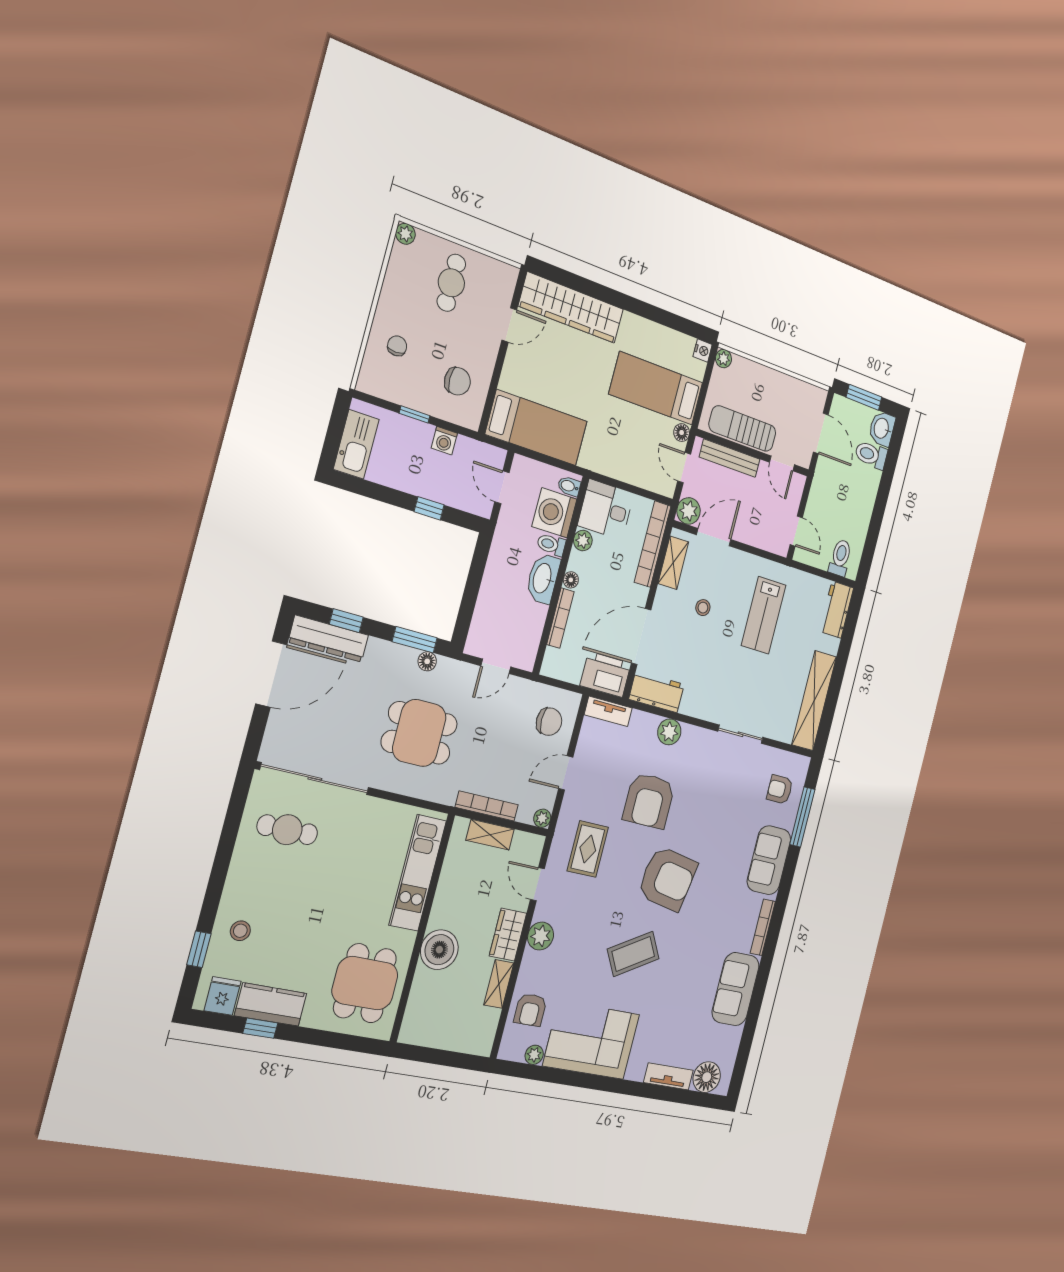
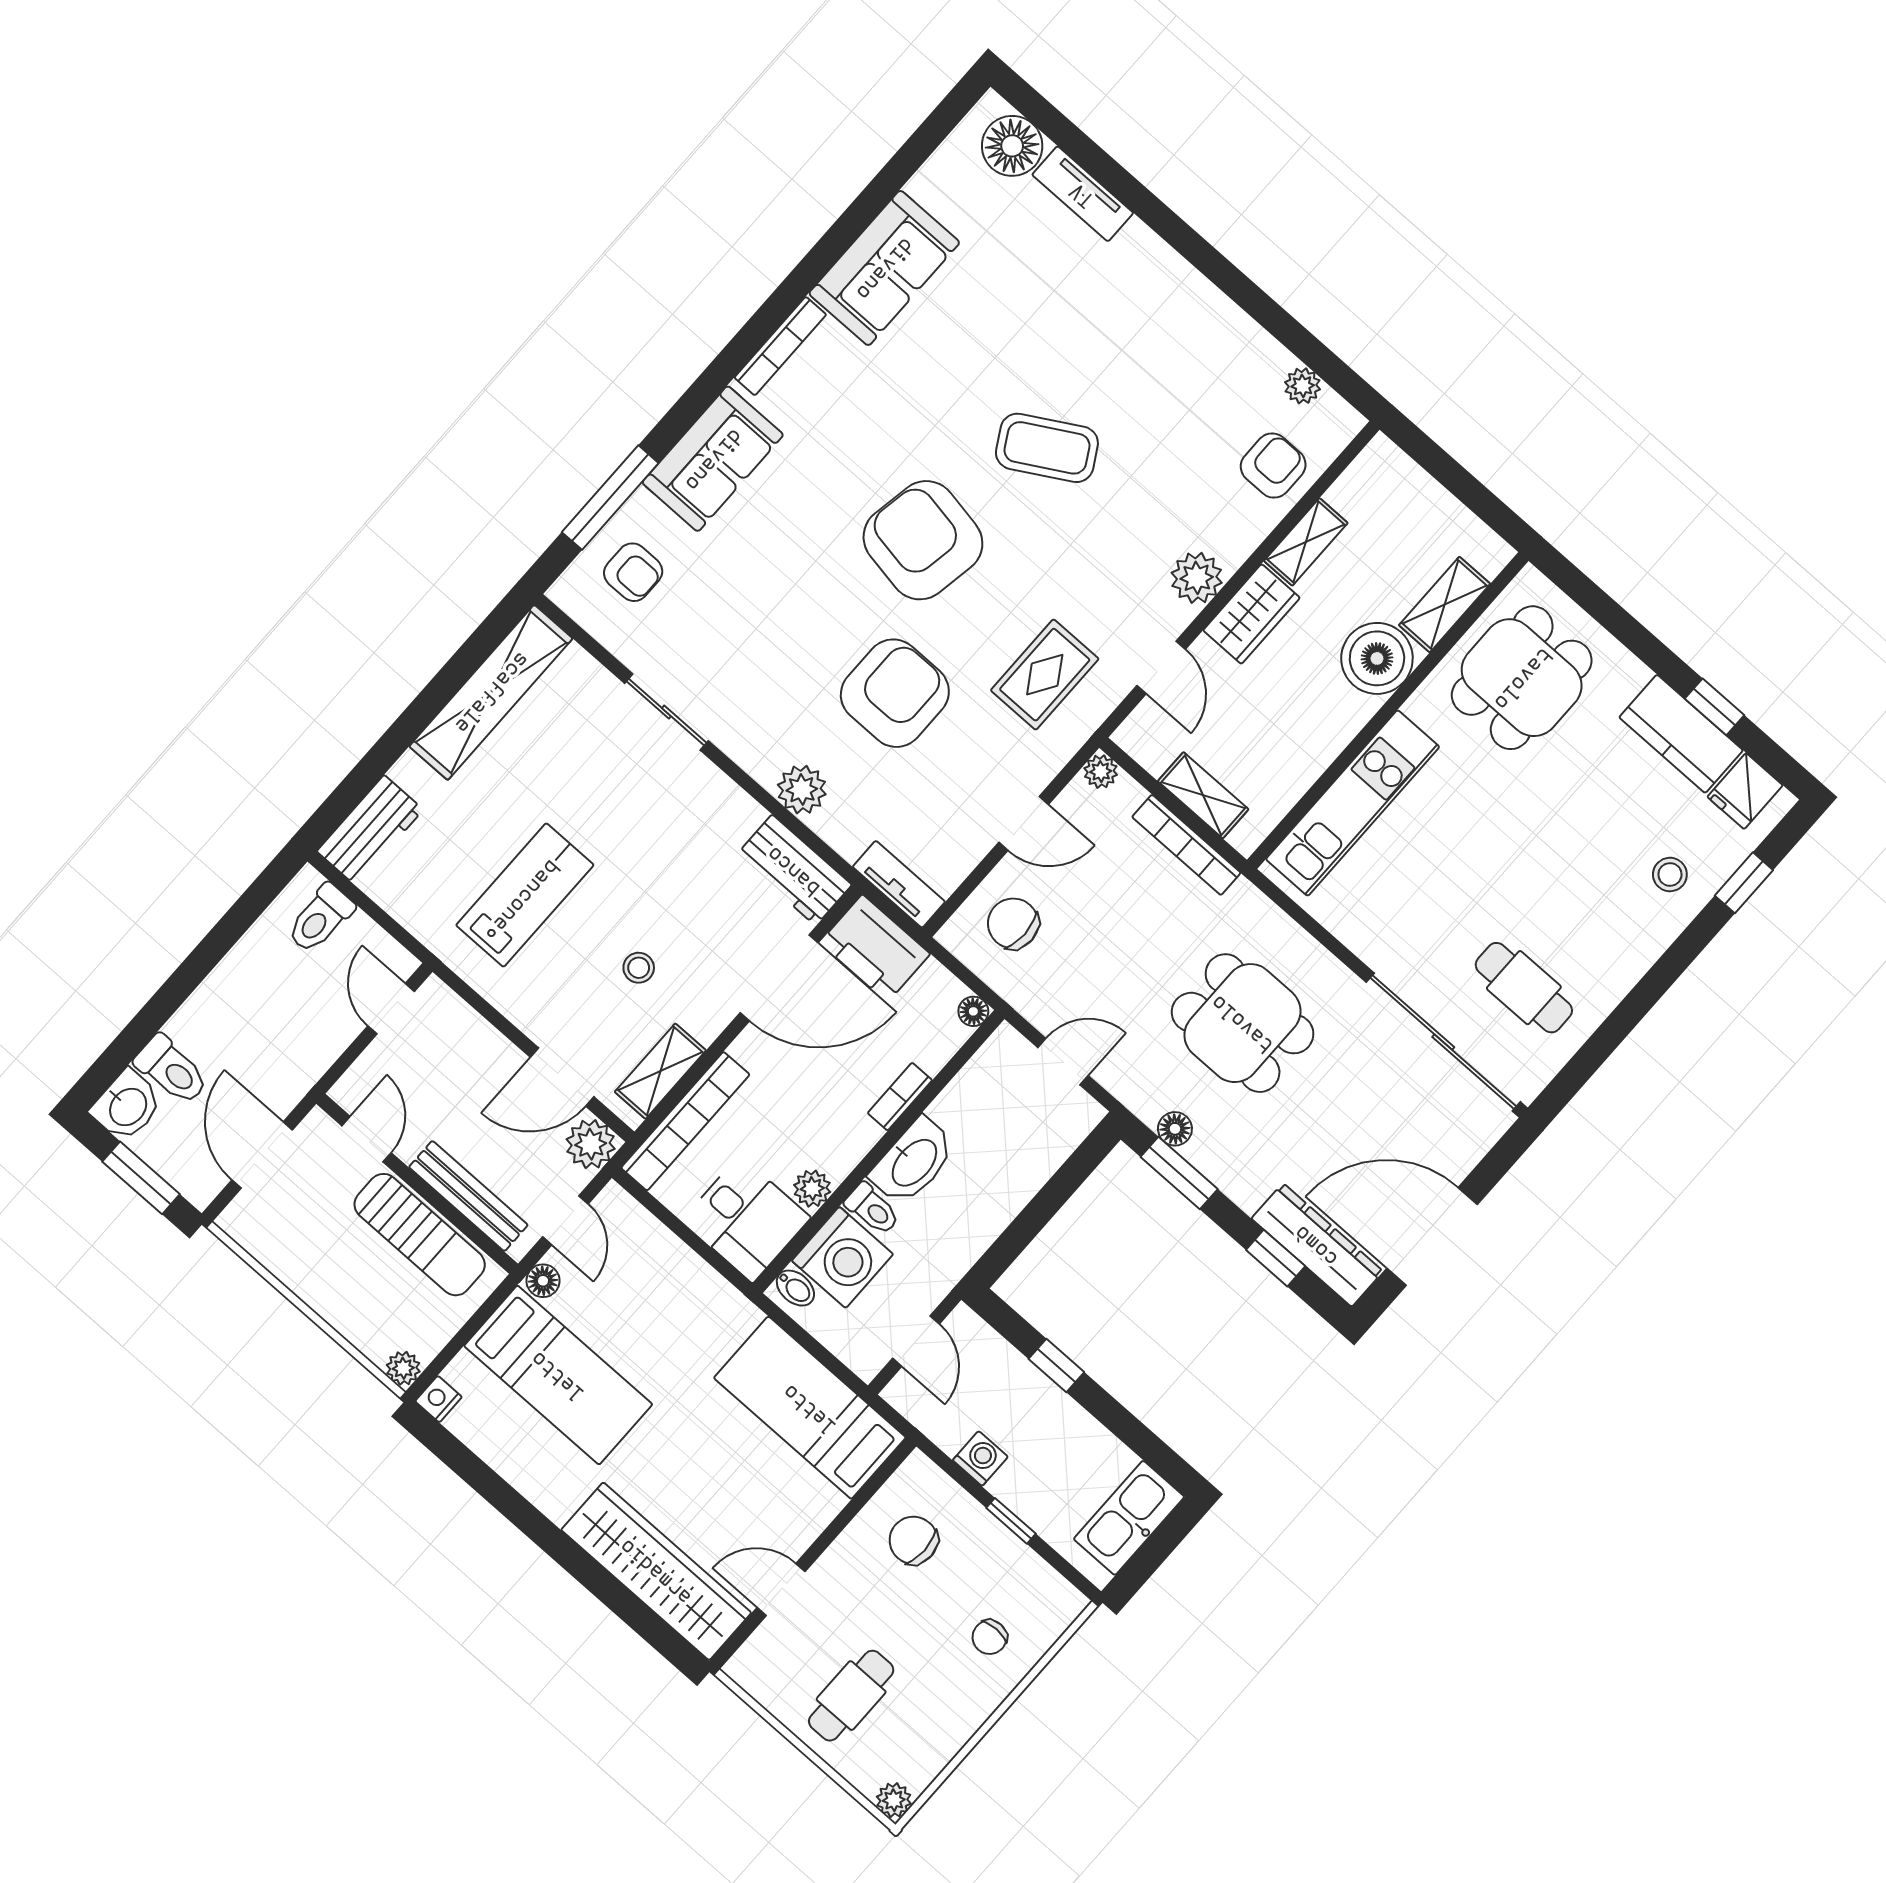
floor lamp: (571, 580) -> (973, 1011), moved
bookcase: (560, 618) -> (900, 1097), width x0.64
shelving: (420, 995) -> (1445, 605), added
corner sofa: (591, 1040) -> (1192, 347), removed

